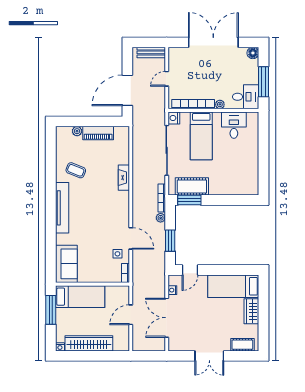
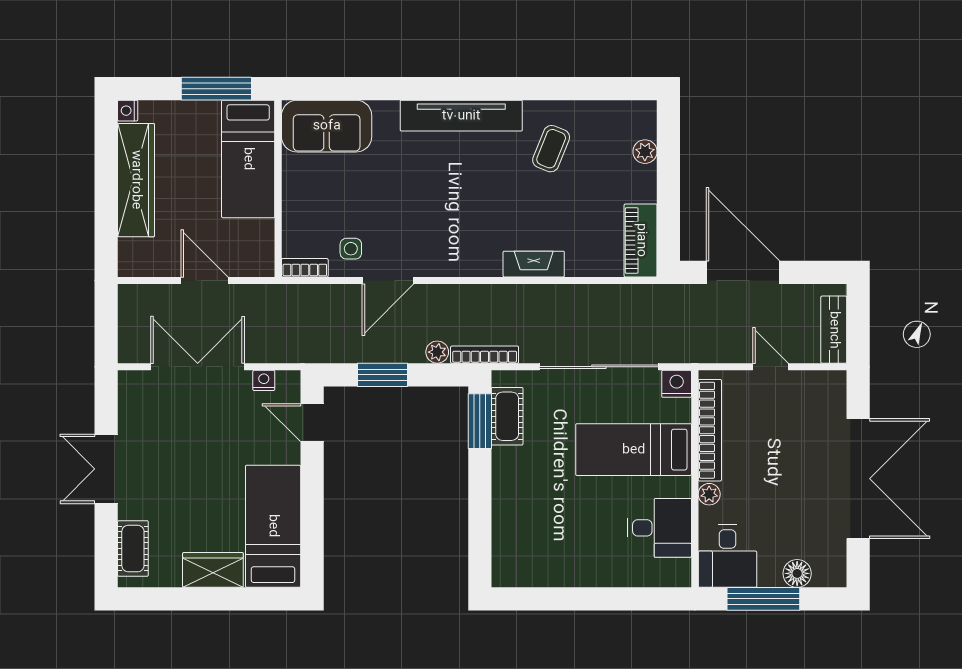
floor lamp: (253, 53) -> (797, 573), moved
piano: (98, 133) -> (641, 240), moved
cot: (192, 186) -> (507, 416), width x0.73, depth x0.75

